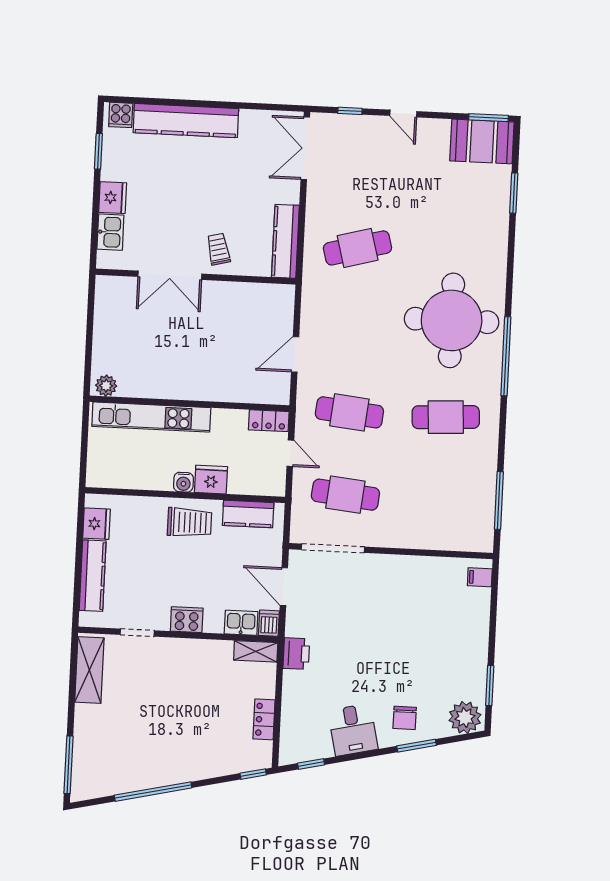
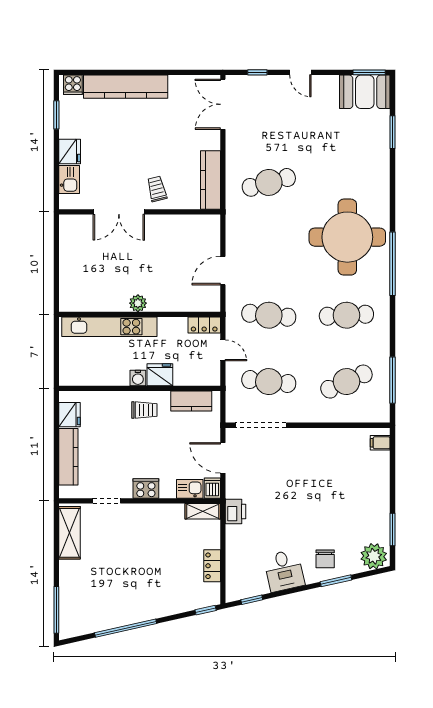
plant: (106, 386) -> (138, 303), moved
cafe table: (442, 499) -> (346, 382), added
trolley: (190, 522) -> (144, 410), width x0.73, depth x0.72

